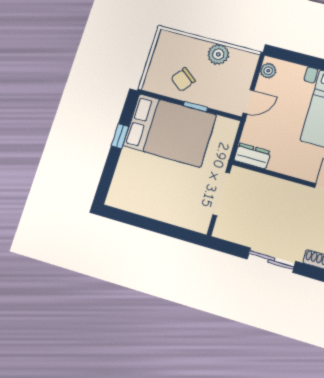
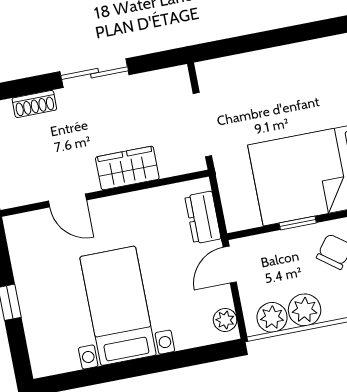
plant: (240, 59) -> (272, 317), added
dresser: (252, 156) -> (203, 217), moved, turned 90
wardrobe: (281, 191) -> (127, 168), added

